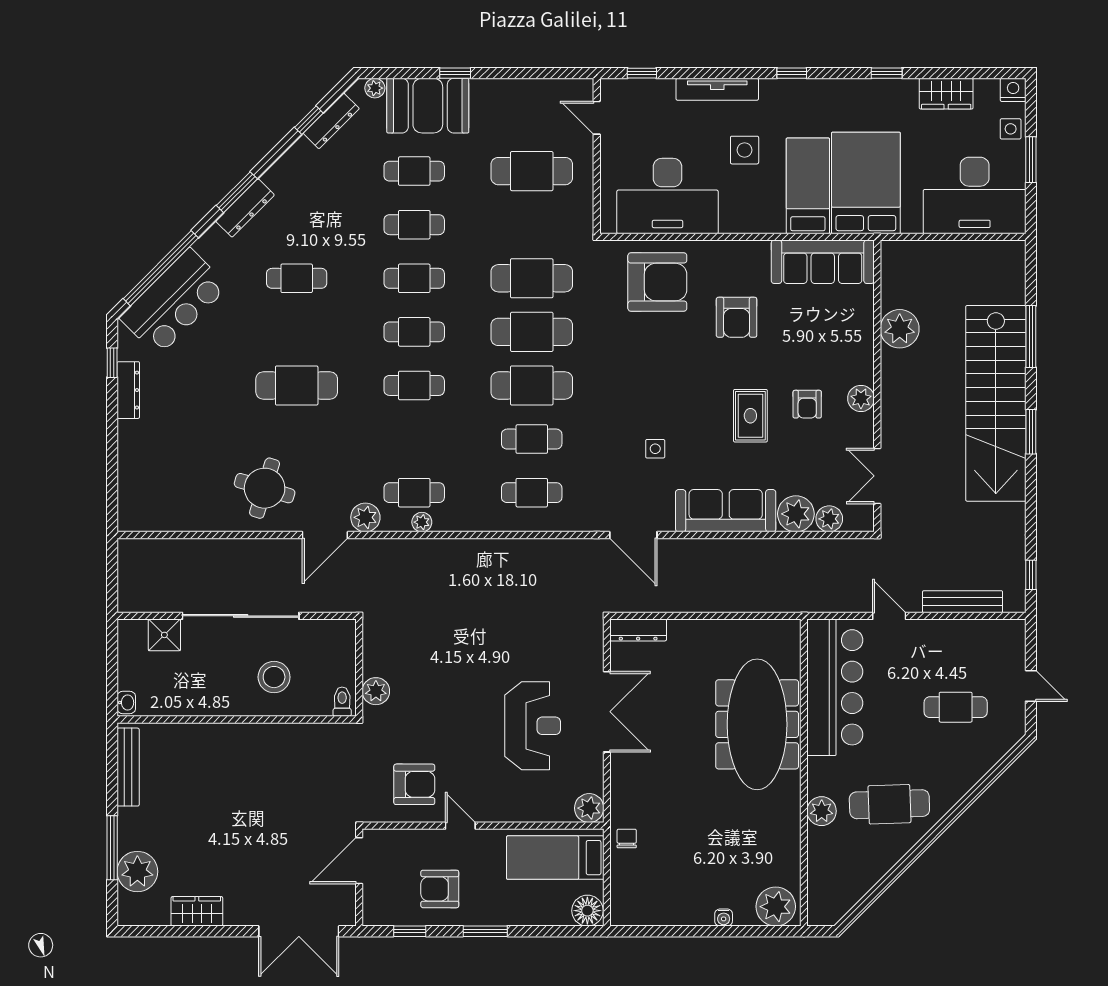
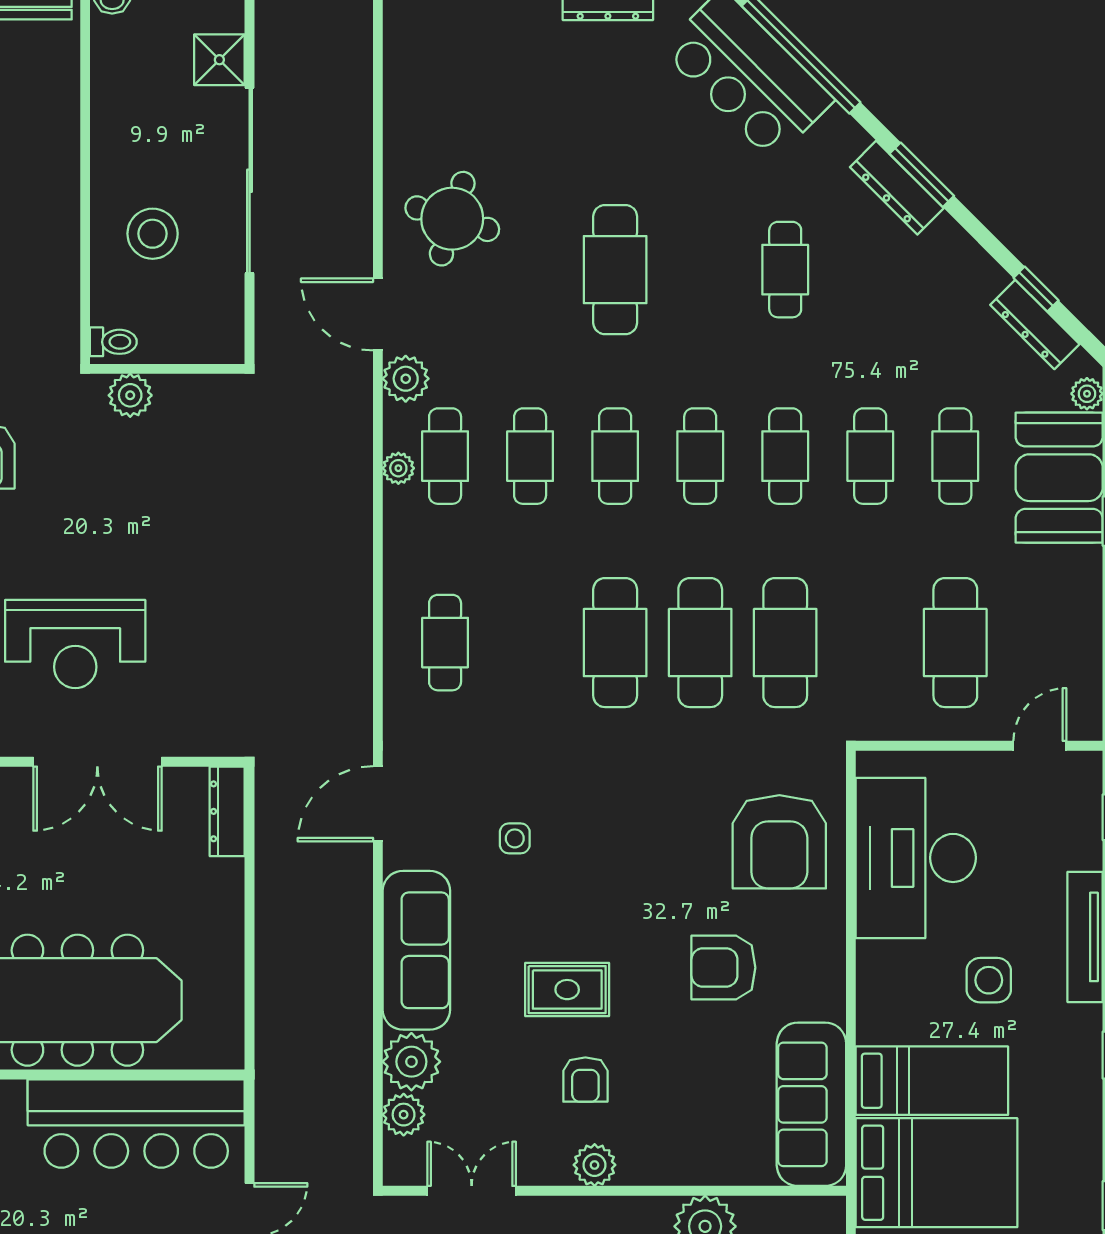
armchair: (807, 404) -> (585, 1080), turned -90
cafe table: (532, 439) -> (530, 456), moved

